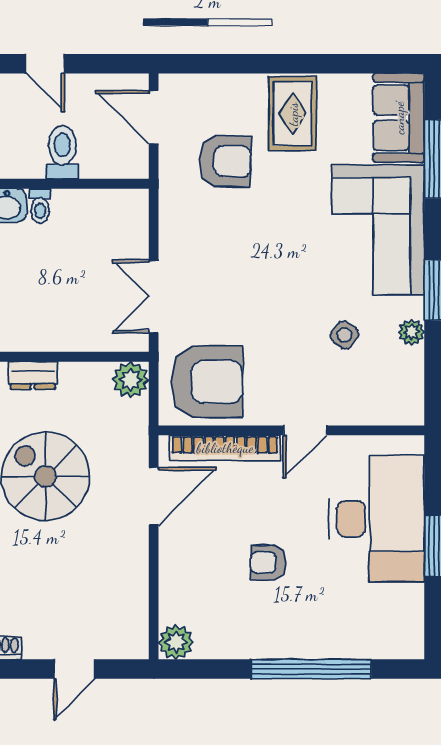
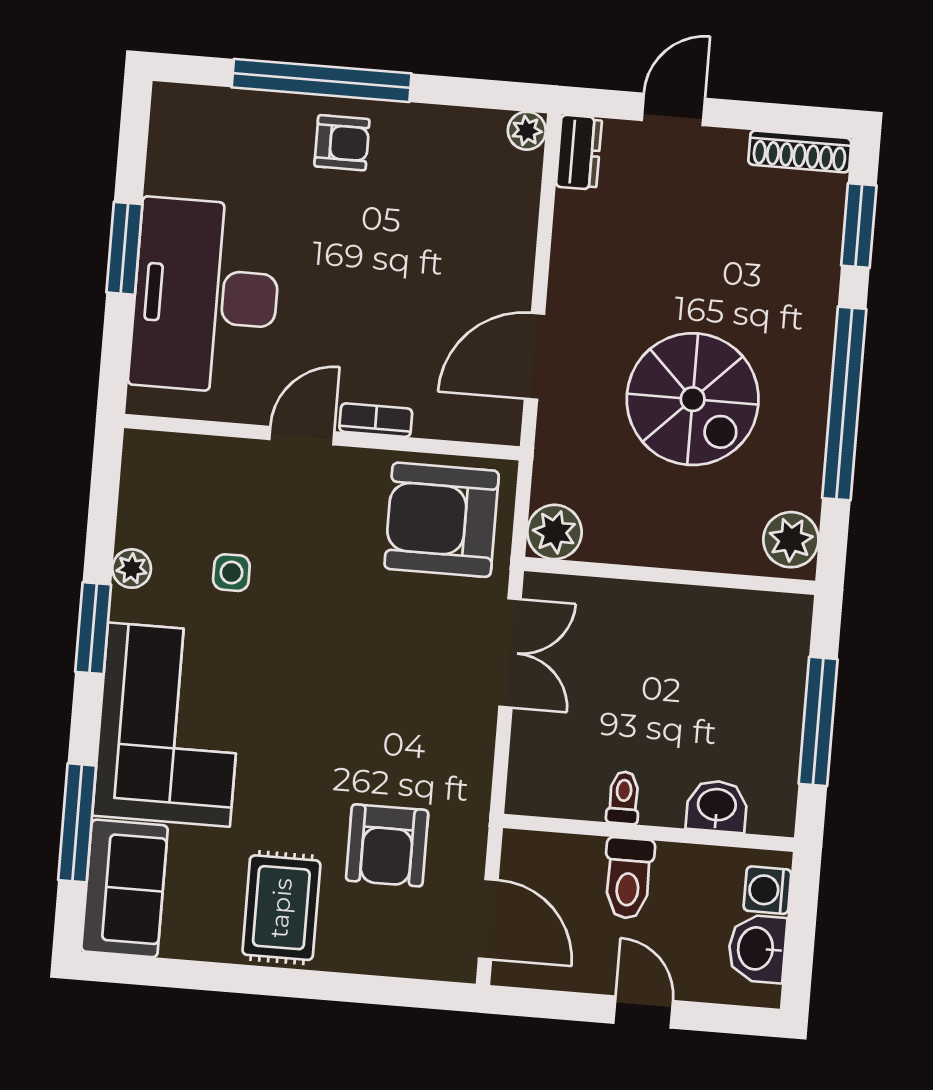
armchair: (225, 161) -> (387, 845), turned -92
toilet: (40, 206) -> (623, 798), moved
side table: (344, 335) -> (231, 573), turned -36
dresser: (33, 375) -> (579, 152), moved, turned 90
bookcase: (225, 448) -> (376, 420), width x0.43, depth x0.76
armchair: (268, 563) -> (342, 143), moved
plant: (176, 642) -> (527, 131), width x0.73, depth x0.73

